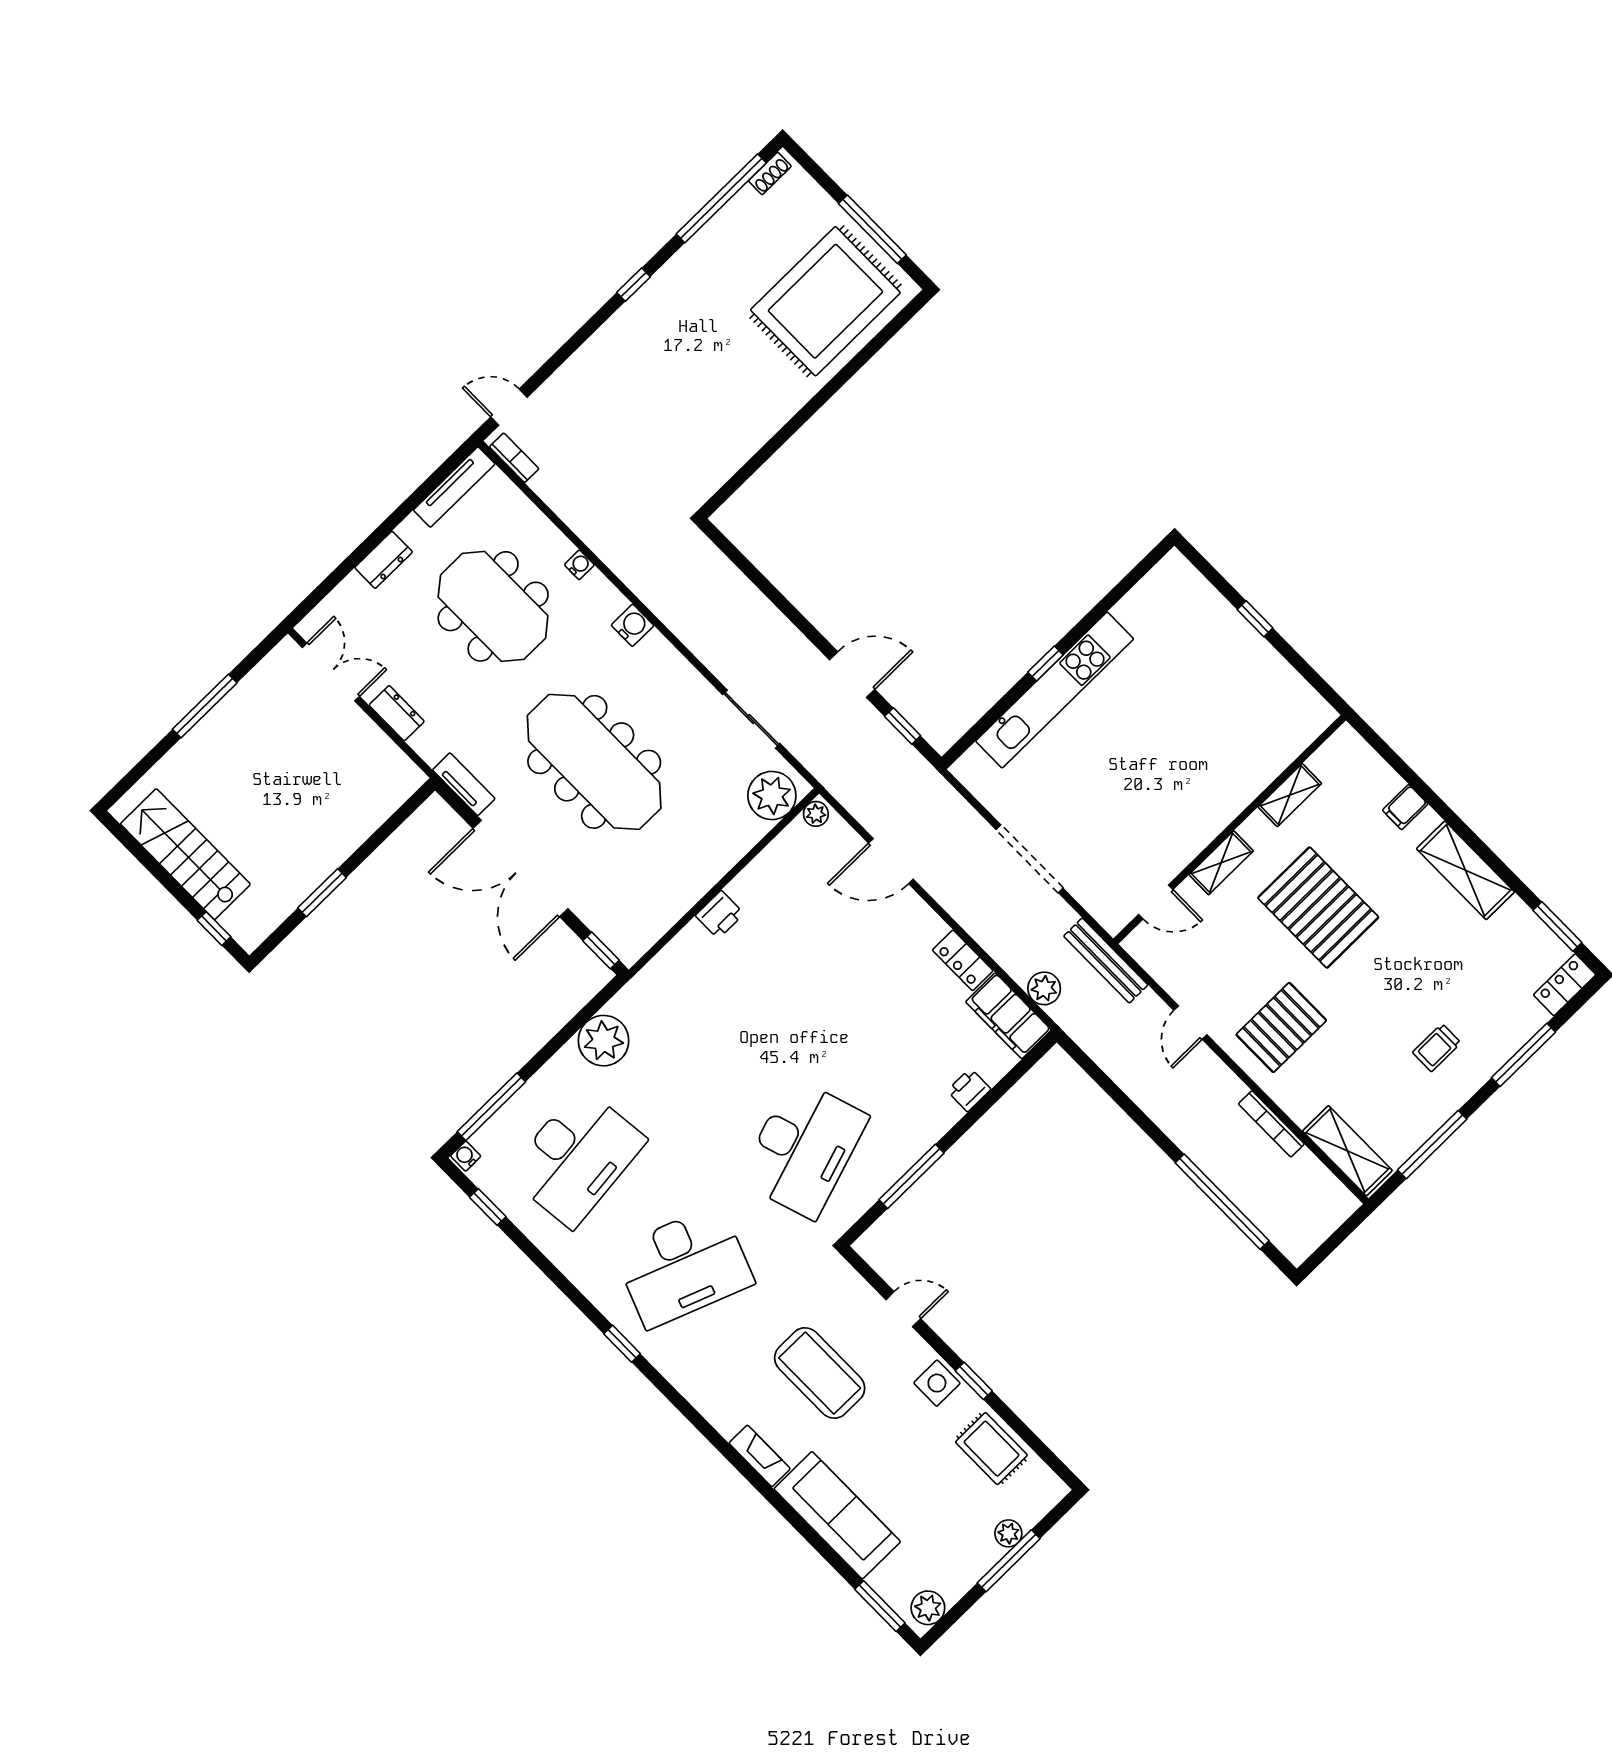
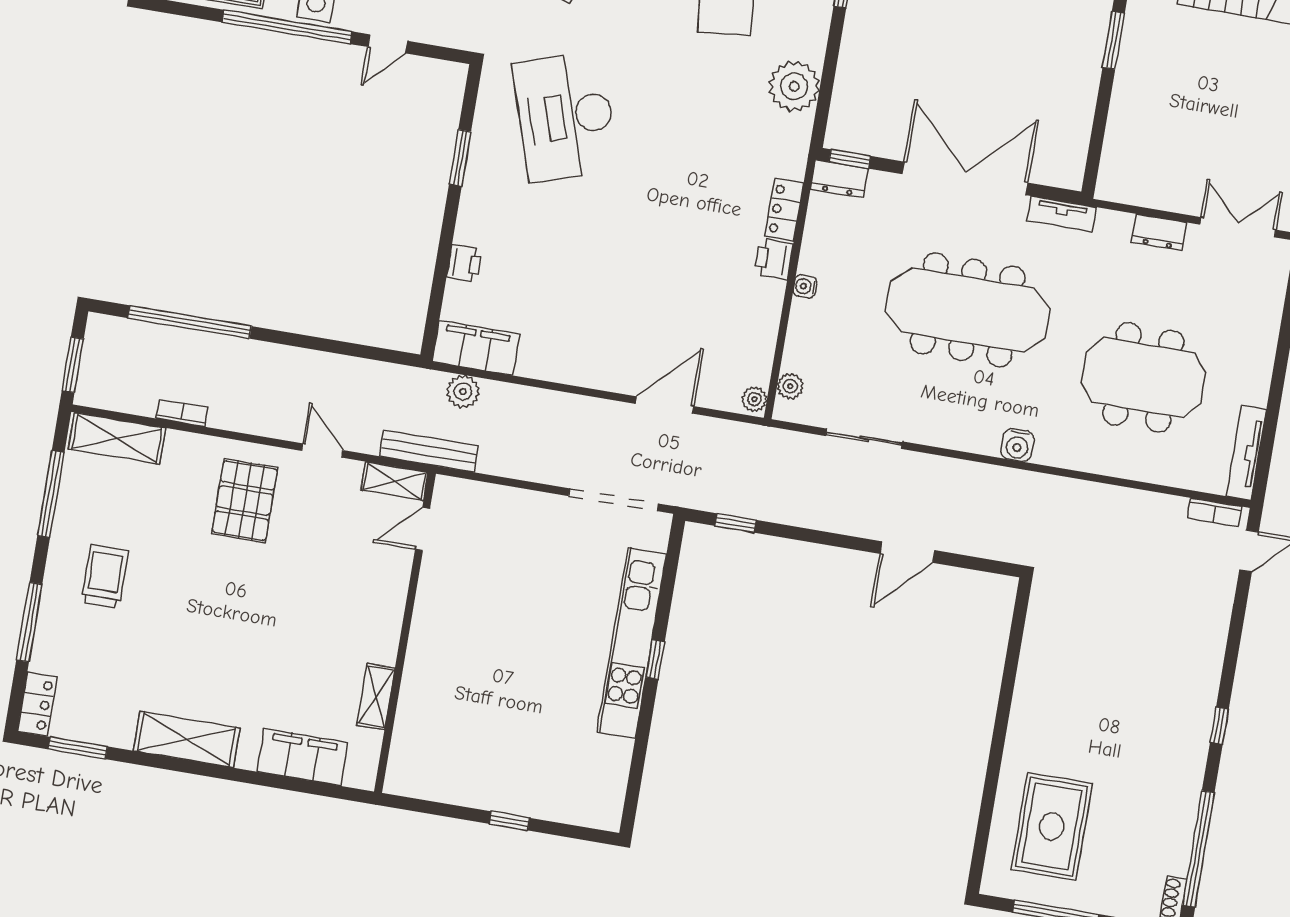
rug: (825, 301) -> (1052, 826), width x0.73, depth x0.69
dresser: (384, 560) -> (839, 179), moved, turned -90
water cooler: (579, 565) -> (805, 286), moved, turned 90
double door: (331, 672) -> (1238, 227), swing flipped
door: (852, 675) -> (907, 552), moved
plant: (772, 796) -> (790, 386), width x0.53, depth x0.53
filing cabinet: (1405, 807) -> (302, 757), width x3.00, depth x1.17
doorway: (1030, 859) -> (614, 500), moved
shelving: (1221, 863) -> (394, 481), moved, turned 90
pallet: (1318, 908) -> (286, 621), removed
locker: (963, 960) -> (784, 210), moved, turned -90
trolley: (1437, 1048) -> (105, 576), width x1.36, depth x1.39
bookcase: (1271, 1124) -> (182, 413), width x0.64
window: (911, 1176) -> (460, 158), width x0.69
window: (1340, 1235) -> (73, 365), added
window: (974, 1381) -> (287, 27), width x3.17

